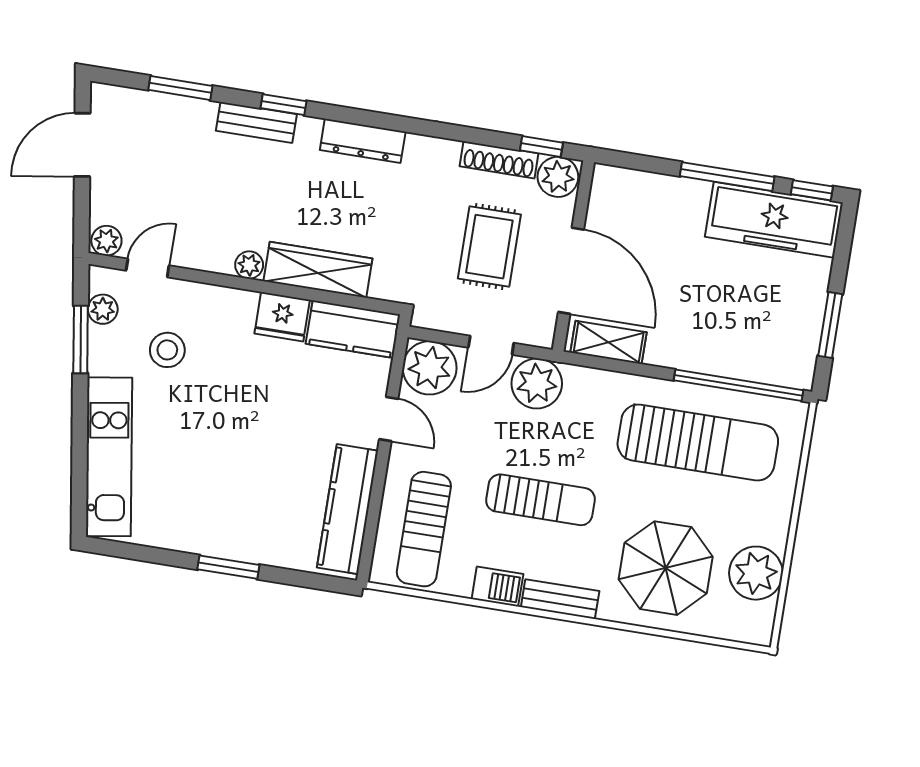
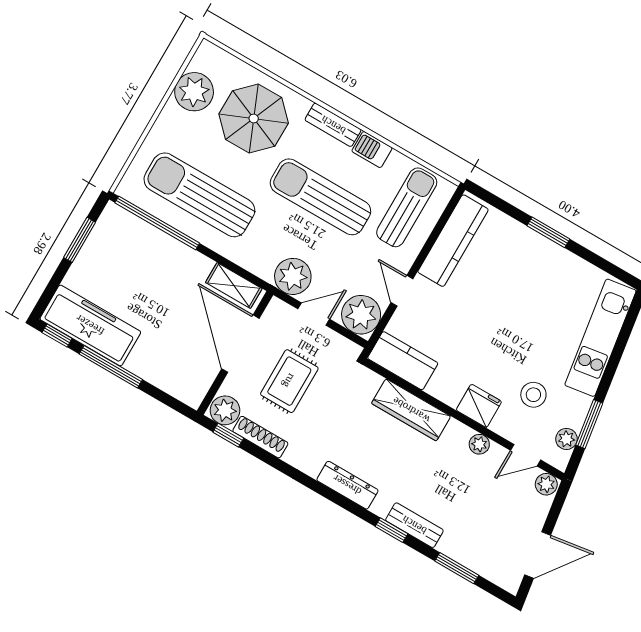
plant: (249, 265) -> (479, 444), moved
fridge: (282, 317) -> (479, 406), moved
sun lounger: (540, 500) -> (320, 197), width x1.36, depth x1.34

